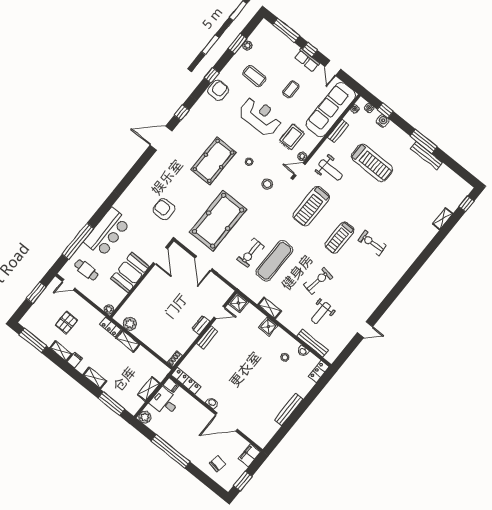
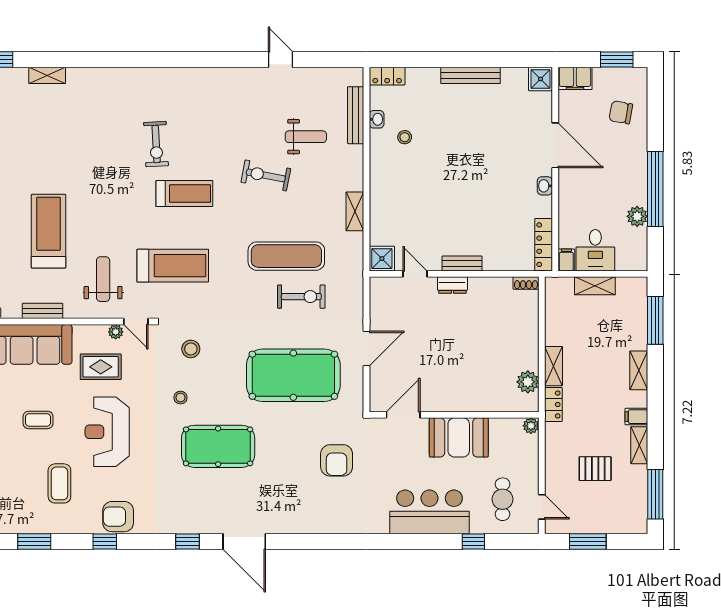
plant: (247, 46) -> (26, 526), removed
window: (78, 241) -> (473, 542), width x0.32
shower: (268, 326) -> (540, 79), moved
plant: (145, 417) -> (637, 216), moved

